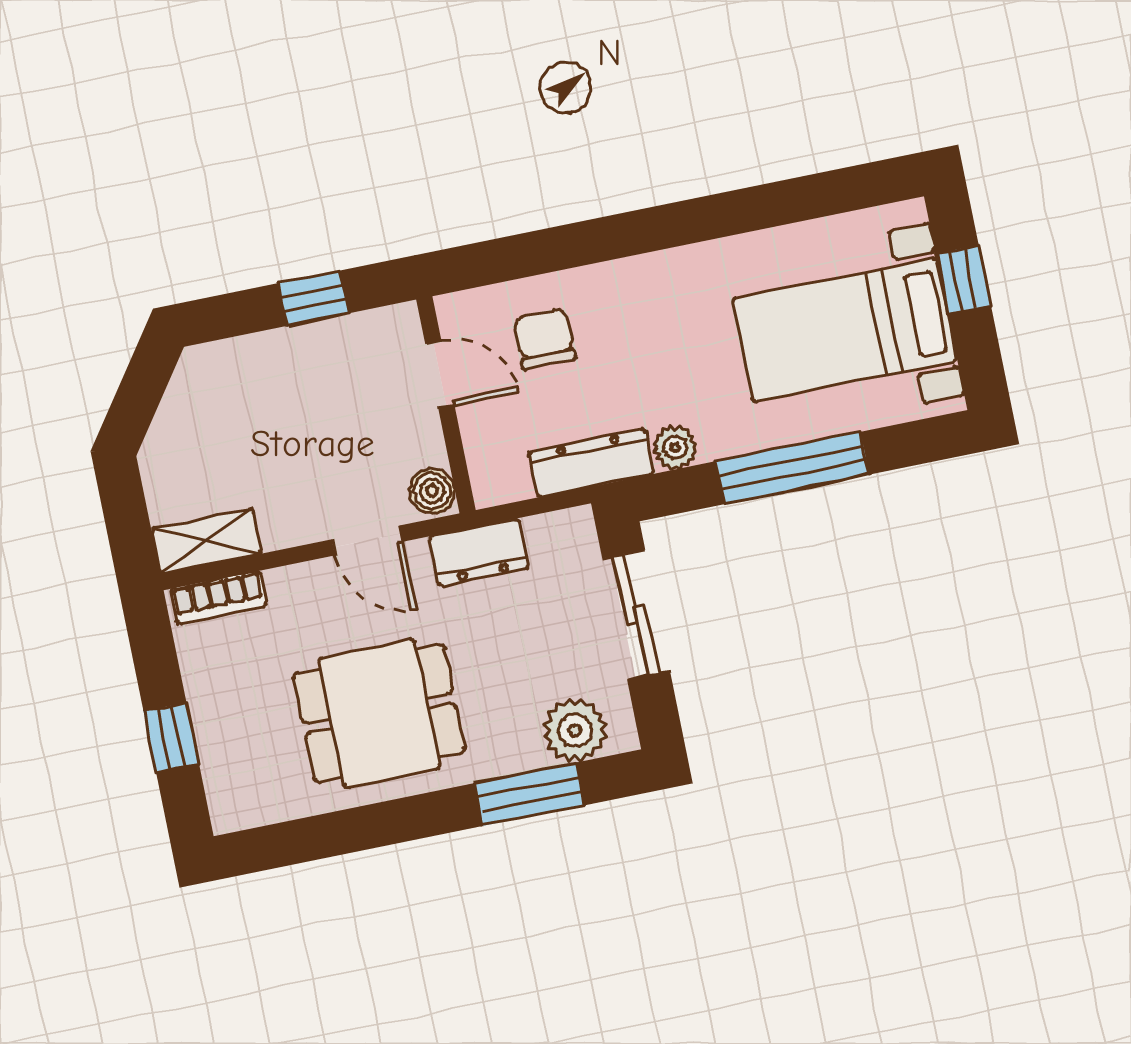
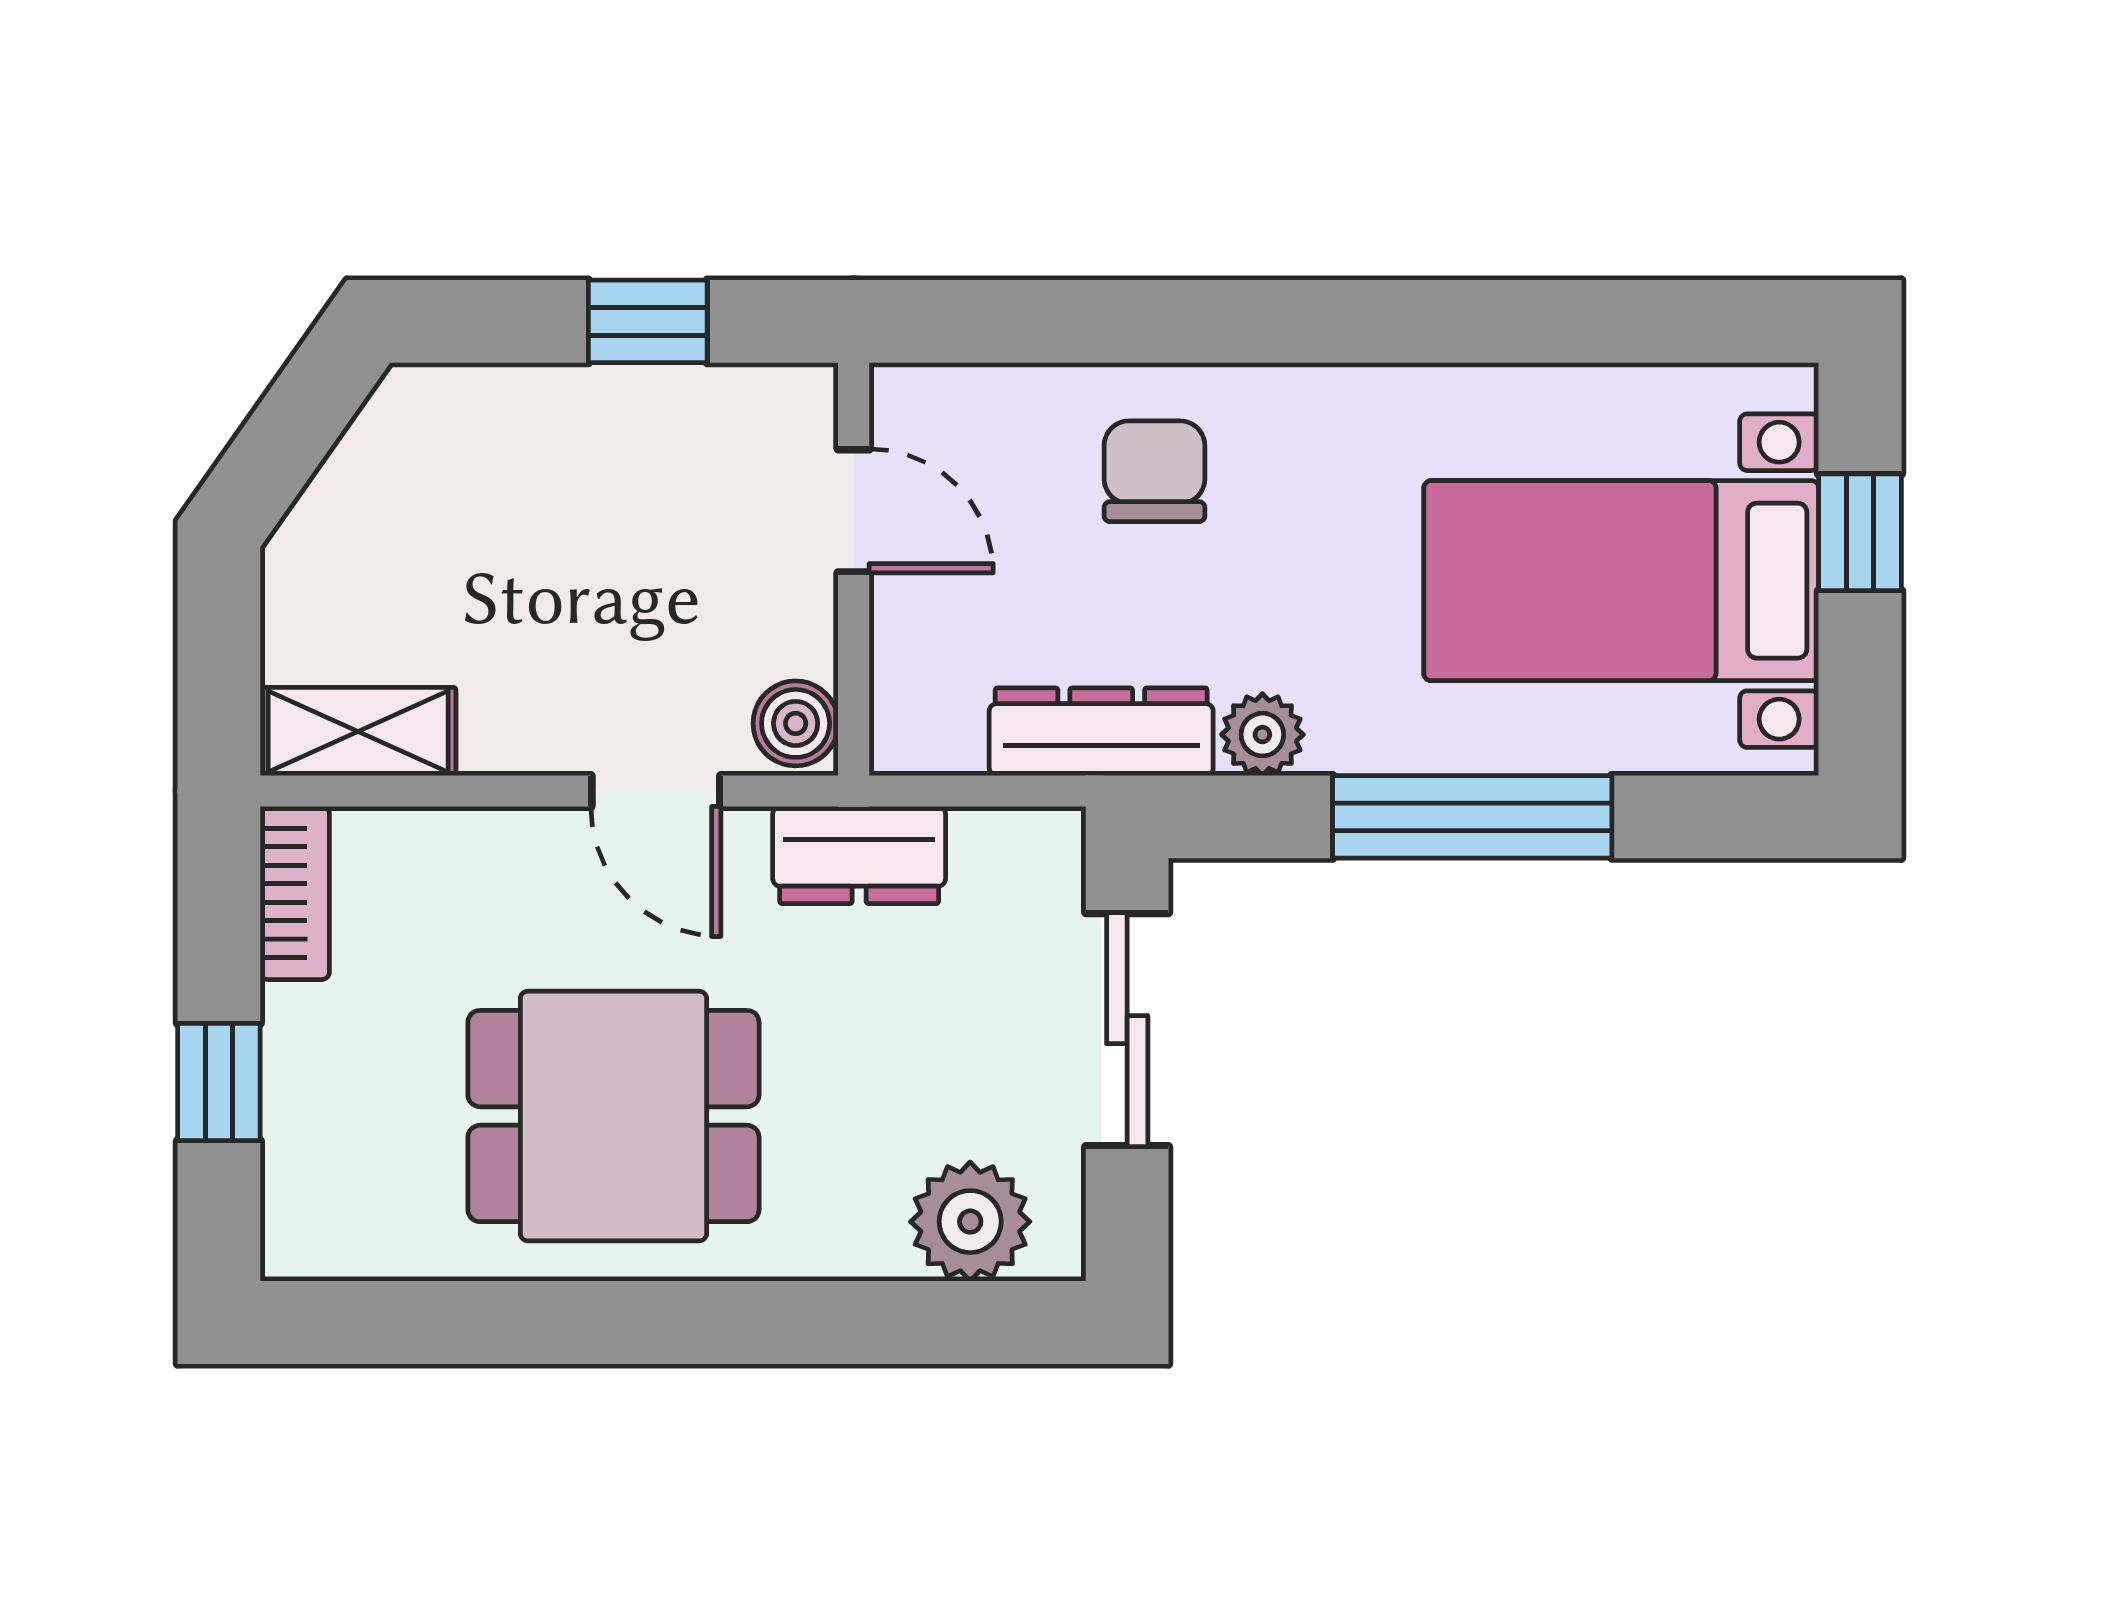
chair: (544, 339) -> (1155, 471), moved
bookcase: (219, 598) -> (295, 893), moved, turned -90
window: (529, 794) -> (862, 1323), removed

